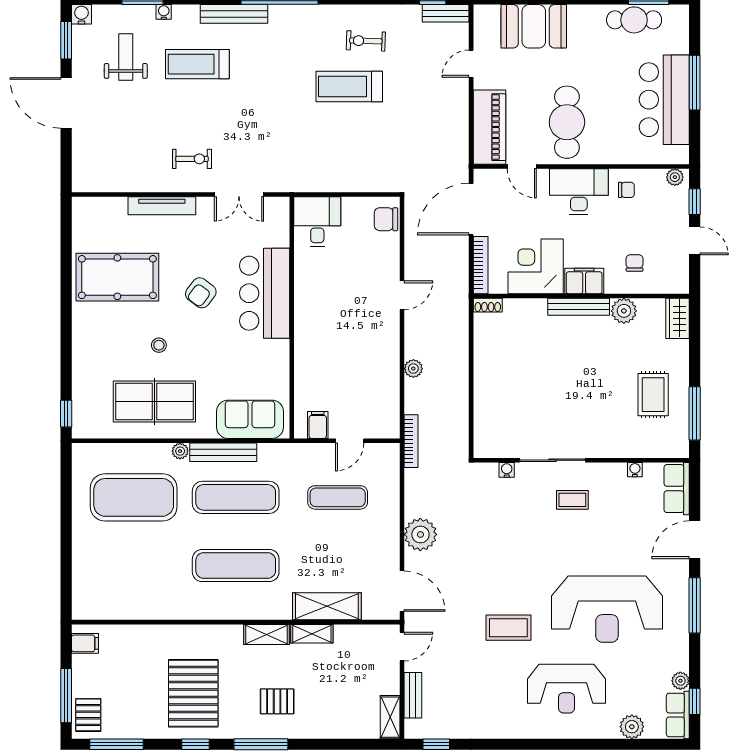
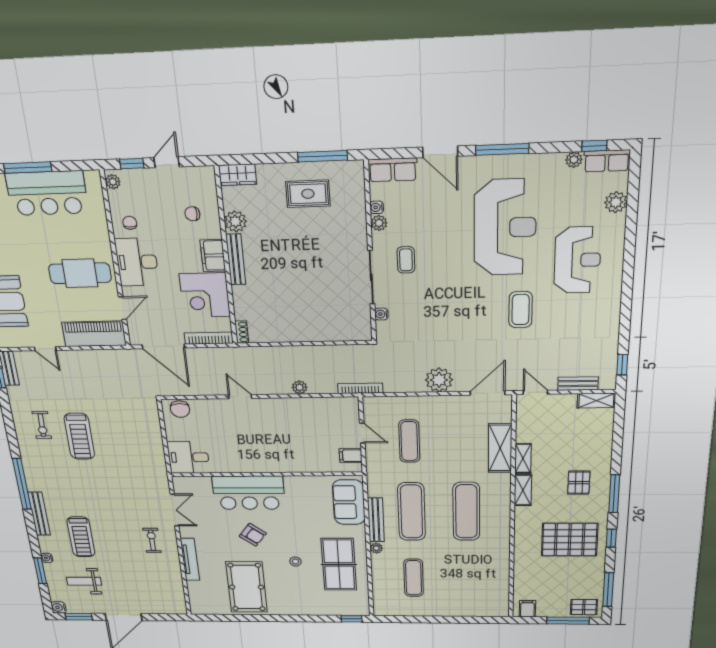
plant: (617, 471) -> (379, 223), added
exercise mat: (134, 497) -> (414, 578), width x0.50, depth x0.69

